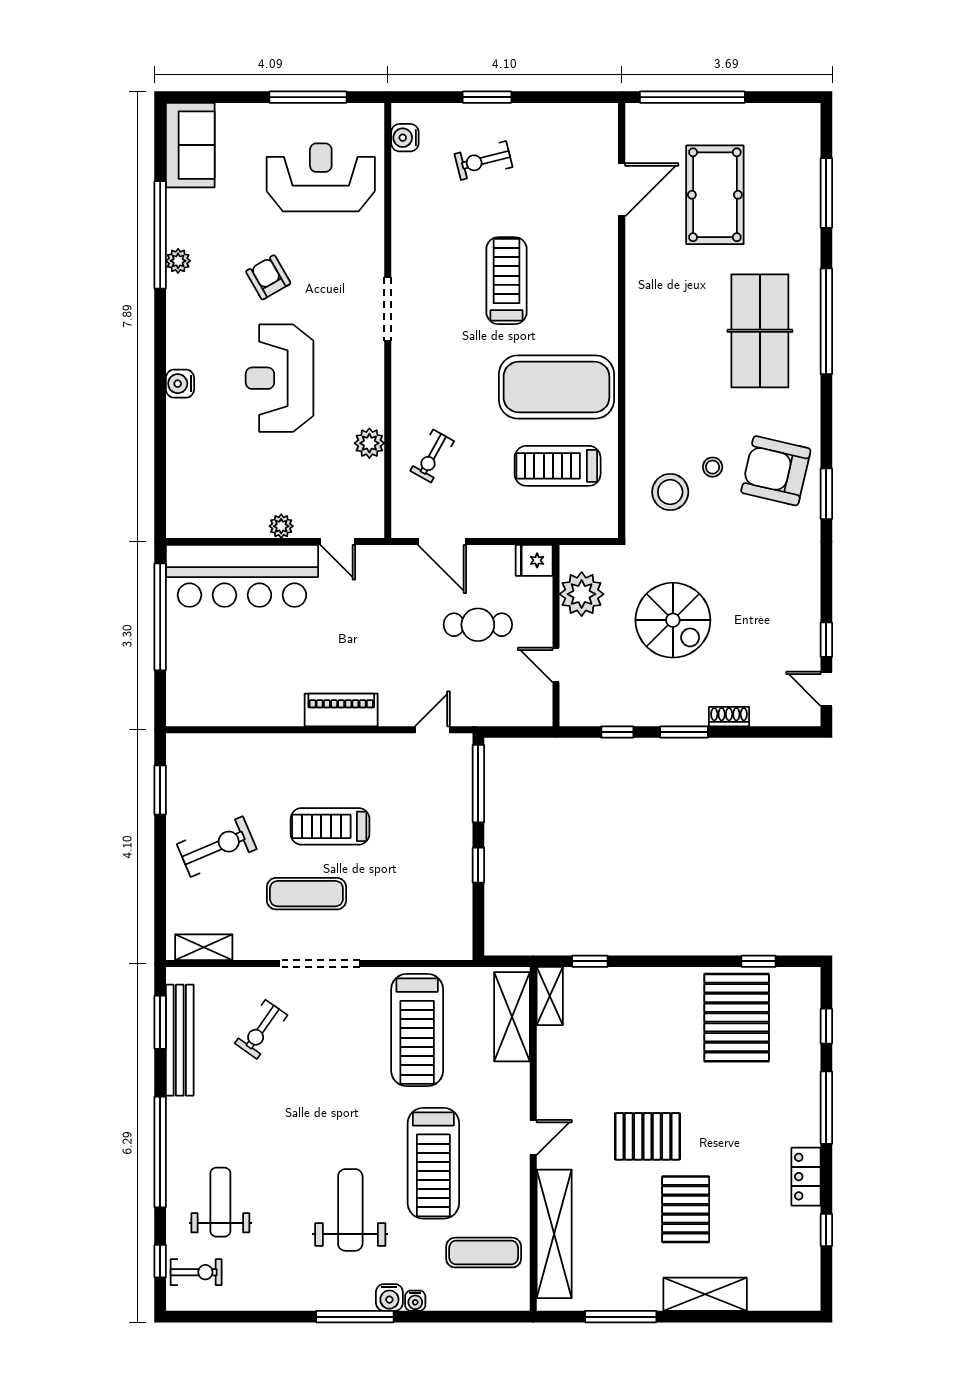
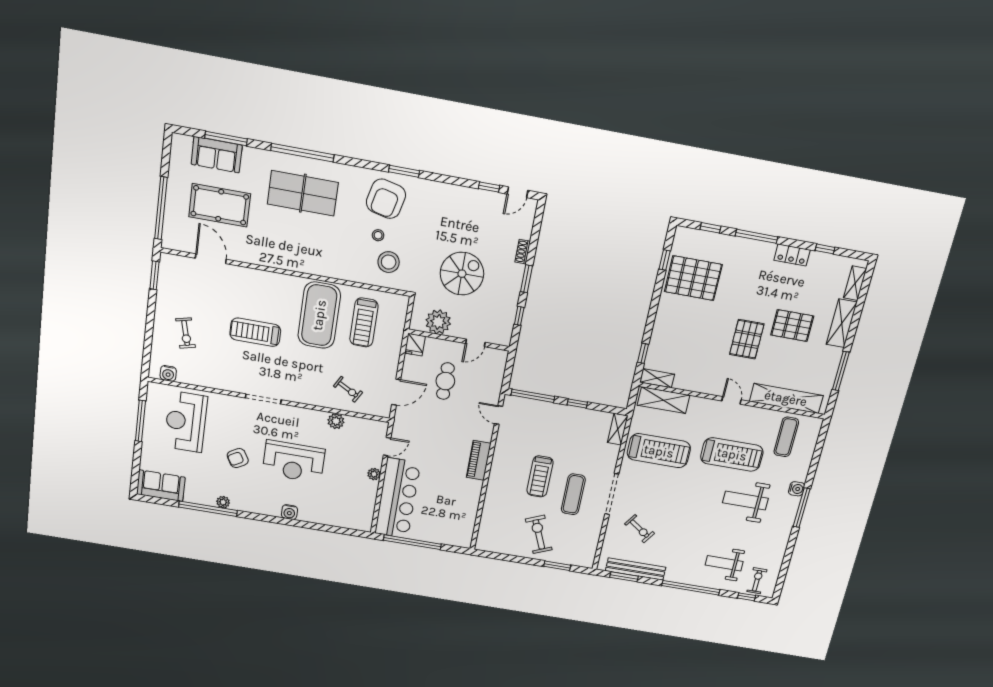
window: (487, 97) -> (154, 275), moved
sofa: (797, 180) -> (217, 155), added
window: (160, 790) -> (557, 566), moved
shelving: (204, 947) -> (618, 429), moved
shelving: (778, 1298) -> (855, 283), added
water cooler: (415, 1301) -> (802, 476), removed

